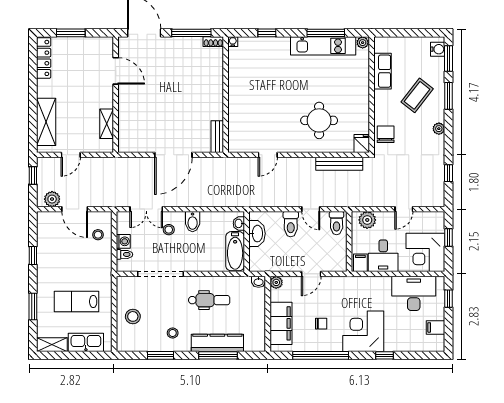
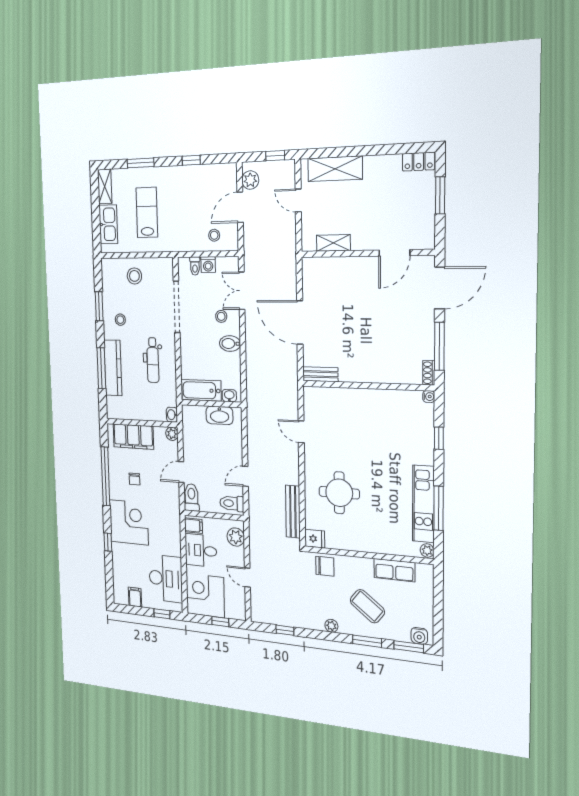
locker: (44, 58) -> (419, 162), width x0.66
toilet: (291, 224) -> (191, 497), moved, turned 90
door: (311, 274) -> (181, 472), hinge flipped

